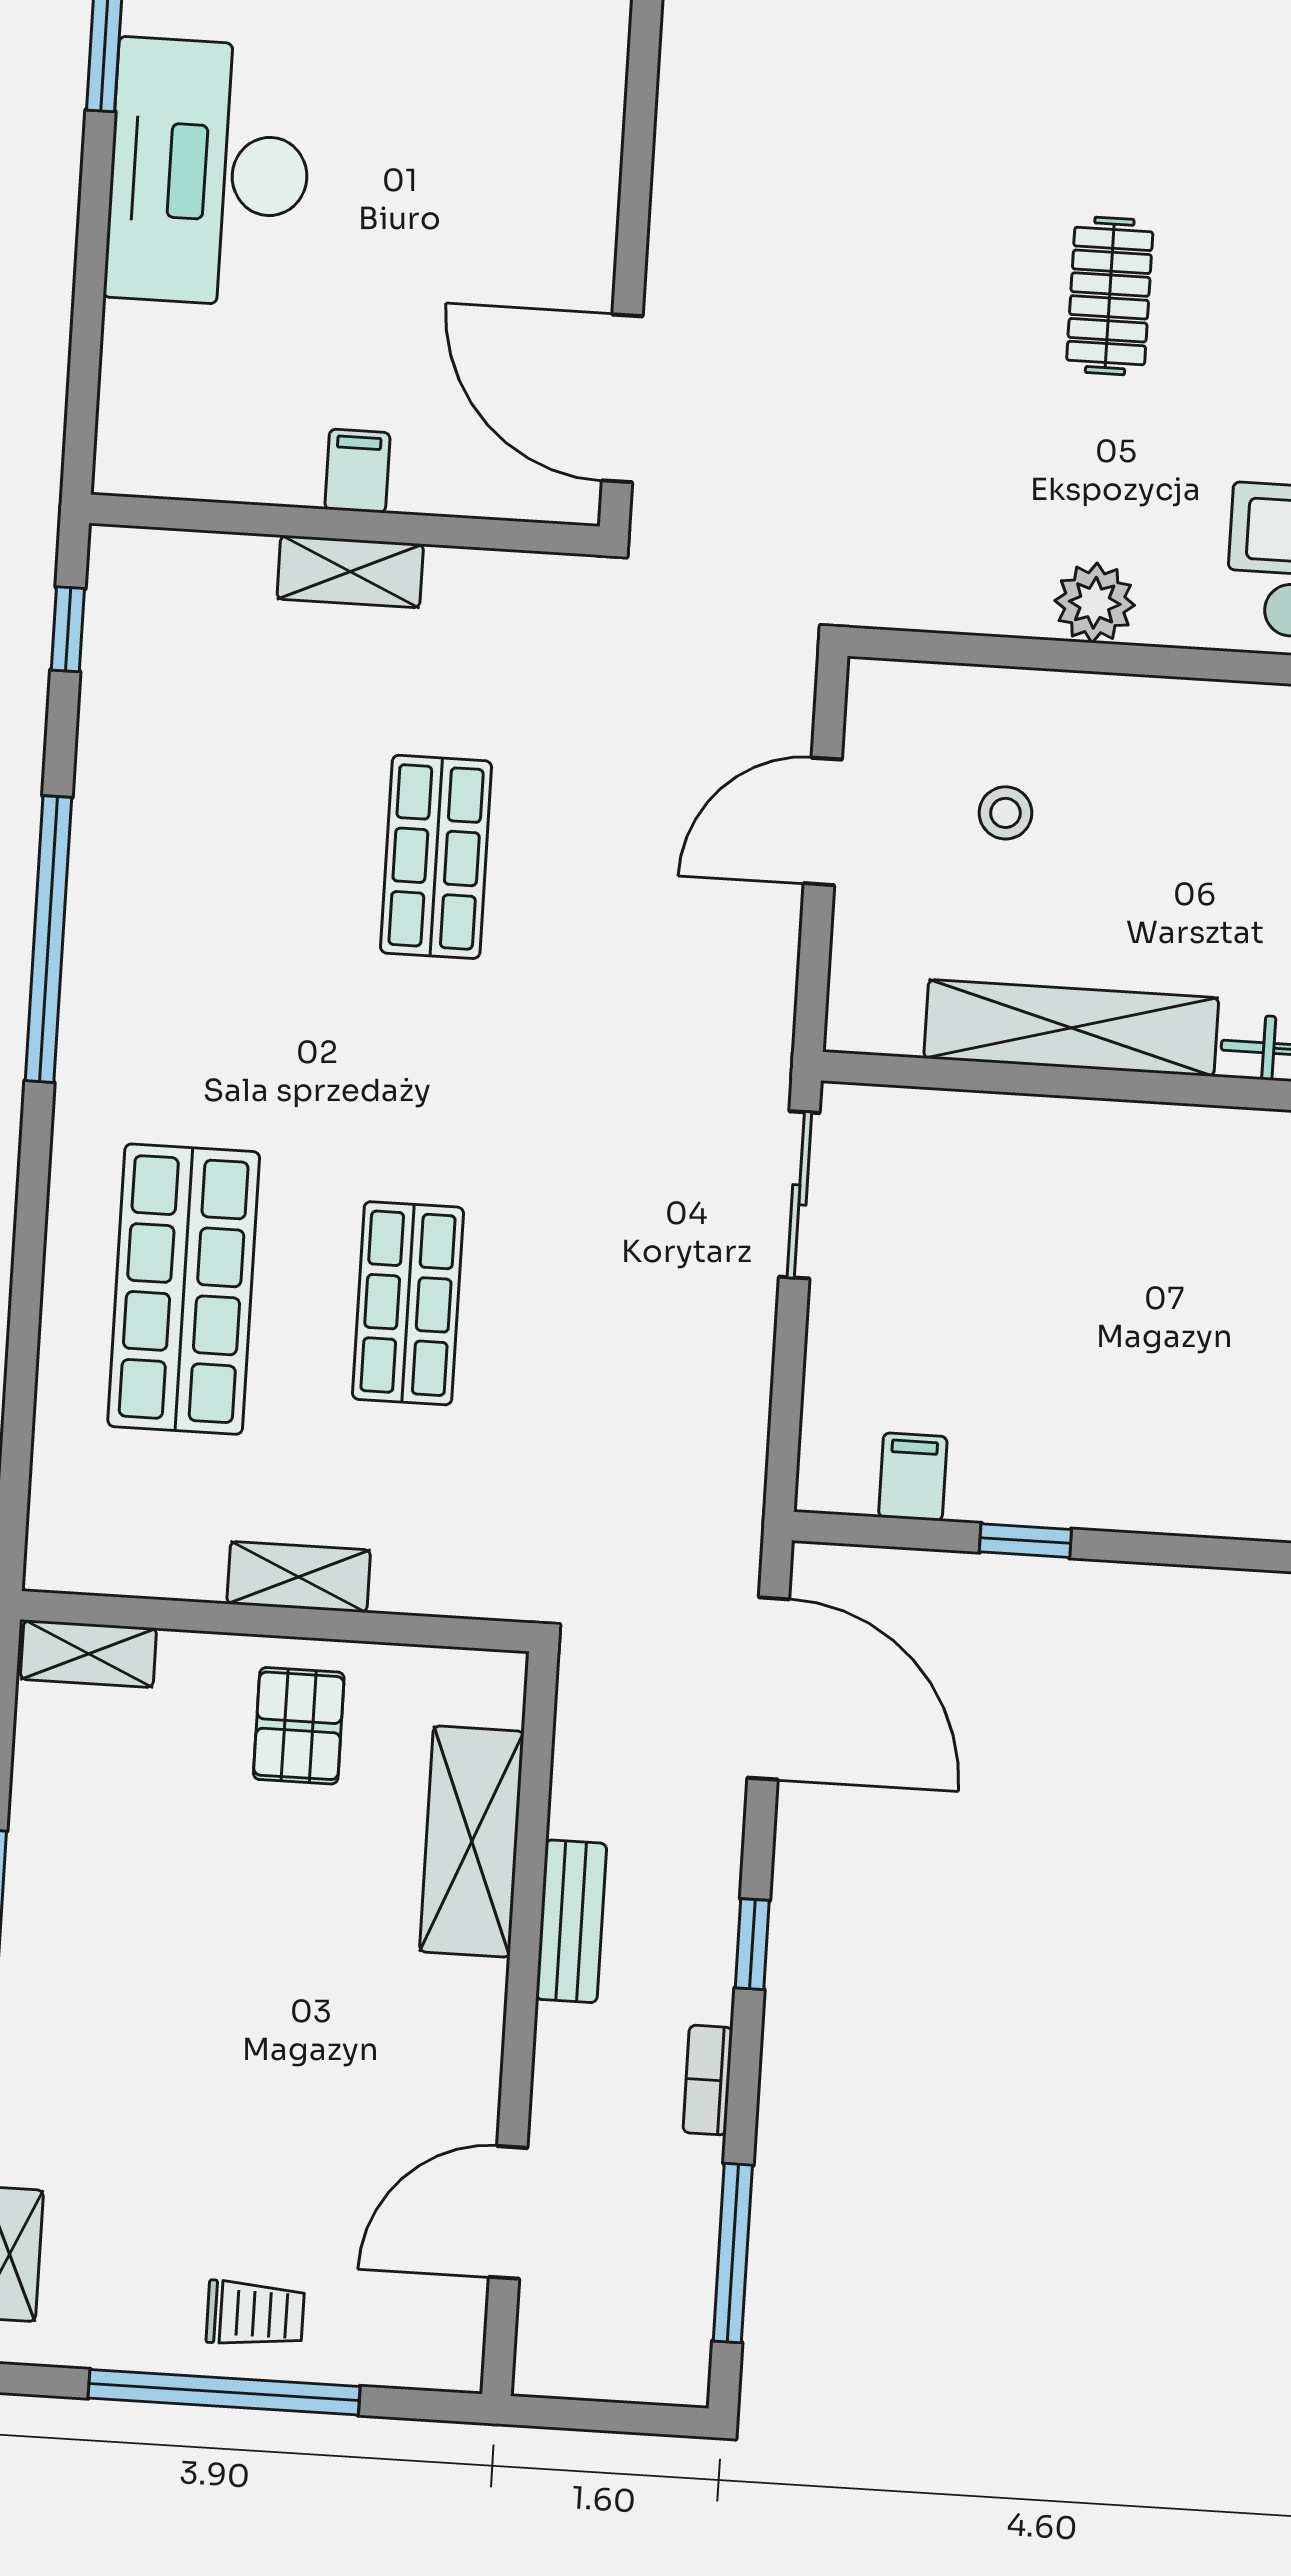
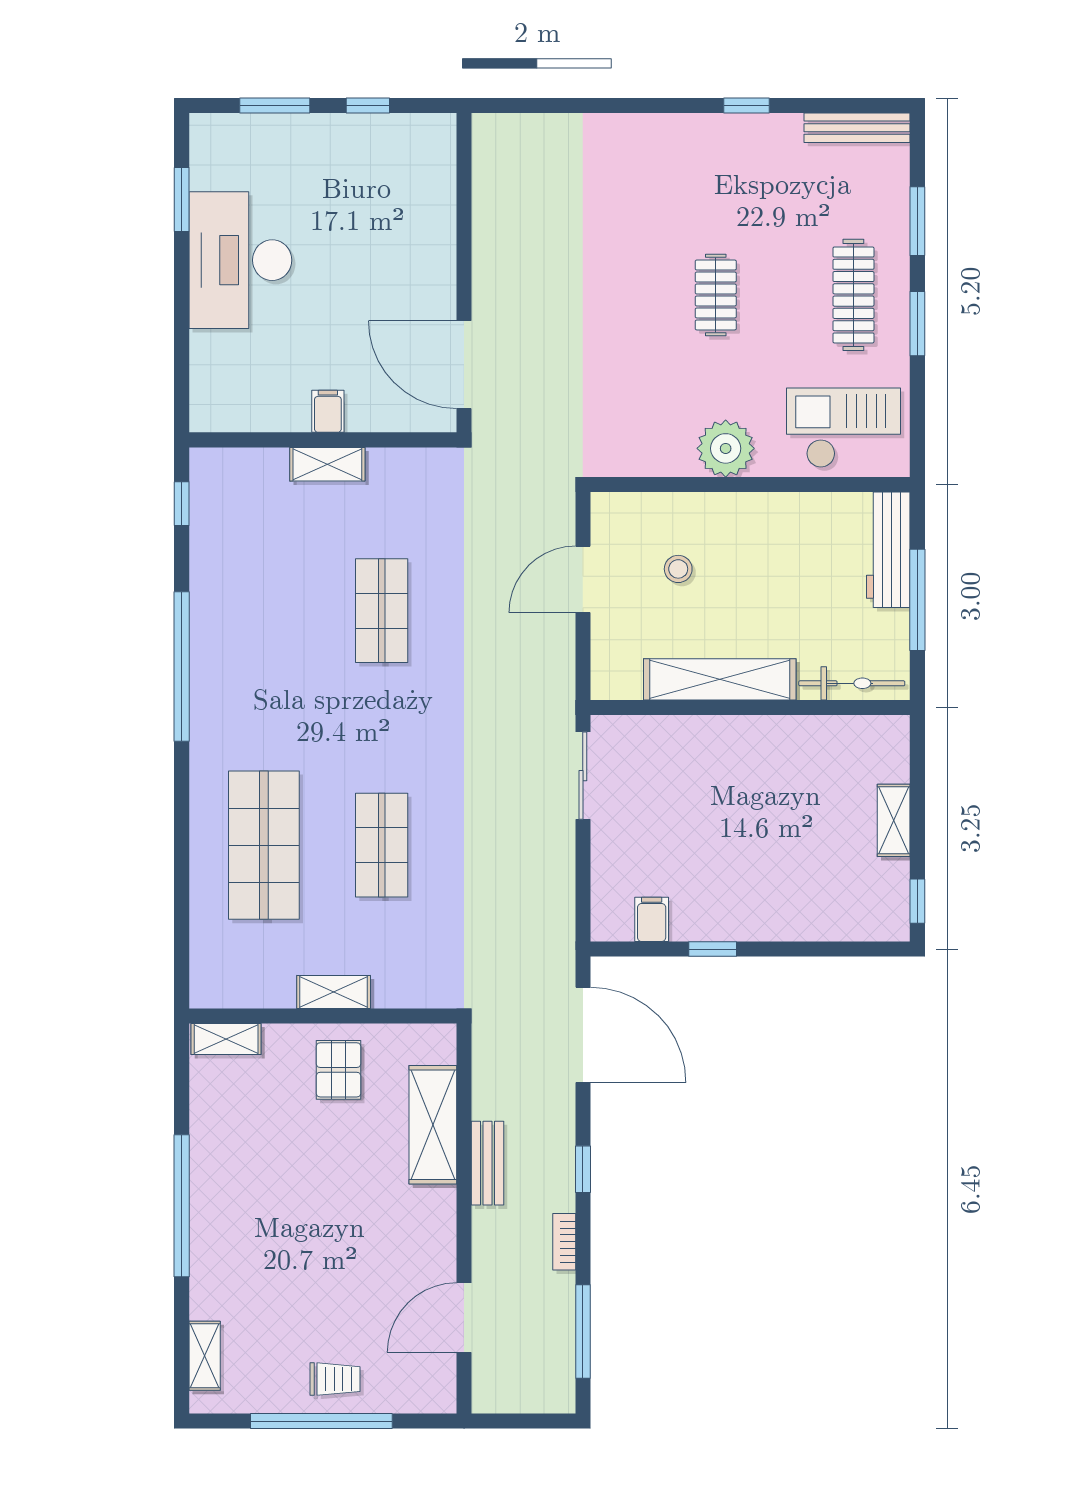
plant: (1095, 603) -> (726, 448), width x1.36, depth x1.36

